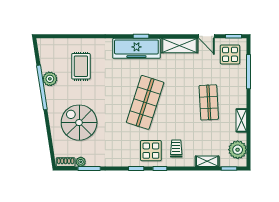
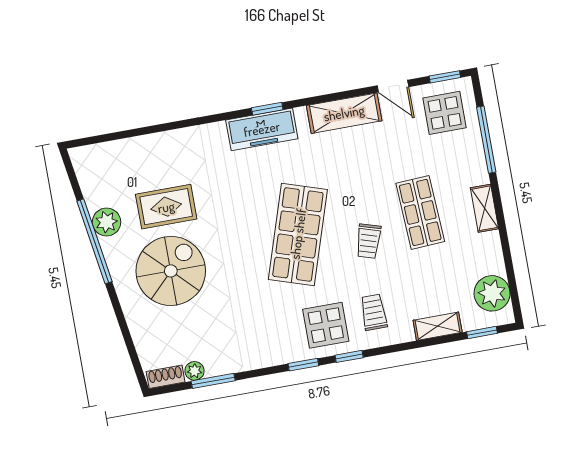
freezer: (136, 48) -> (262, 129), width x0.73, depth x0.79
rug: (81, 66) -> (166, 207), moved, turned 90
trolley: (180, 112) -> (368, 241), added
shelving: (241, 120) -> (485, 208), moved
spiral stairs: (79, 123) -> (171, 271), moved, turned 90

